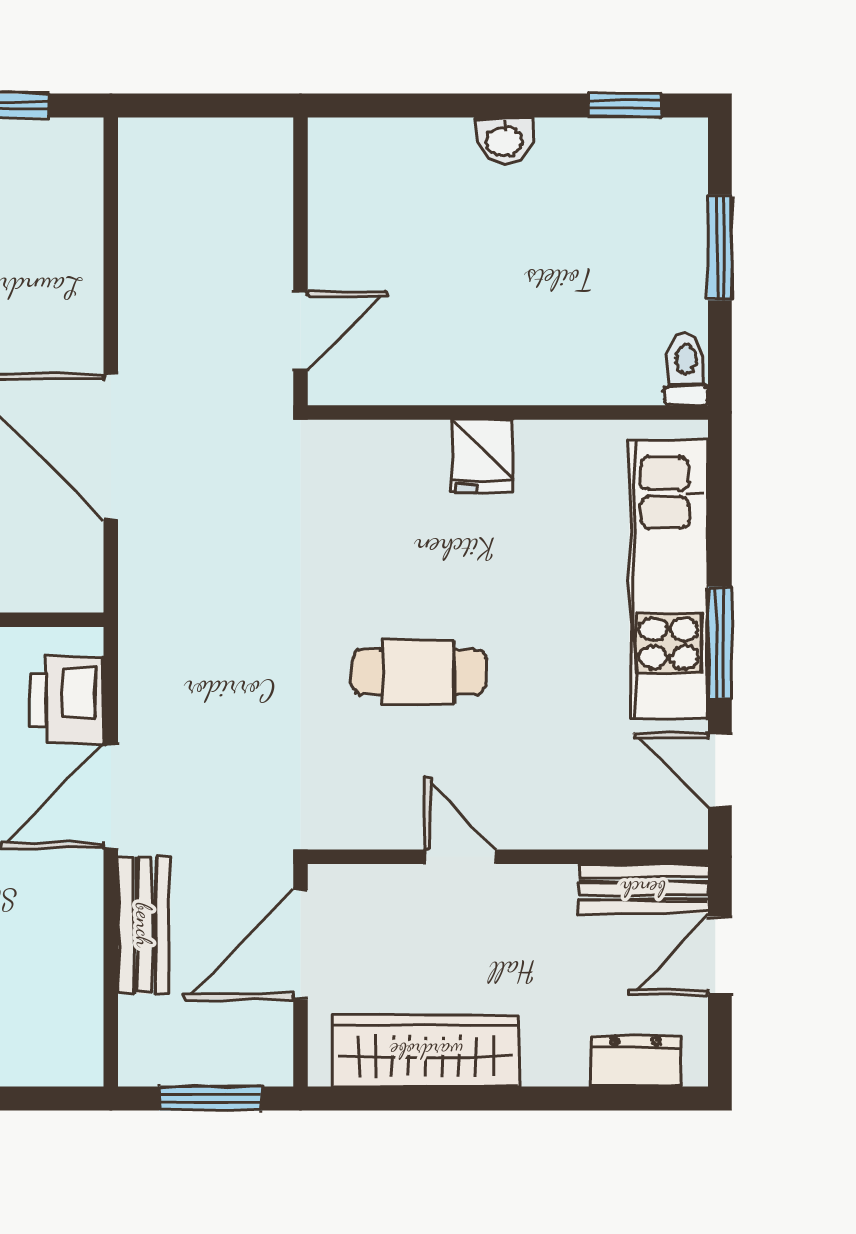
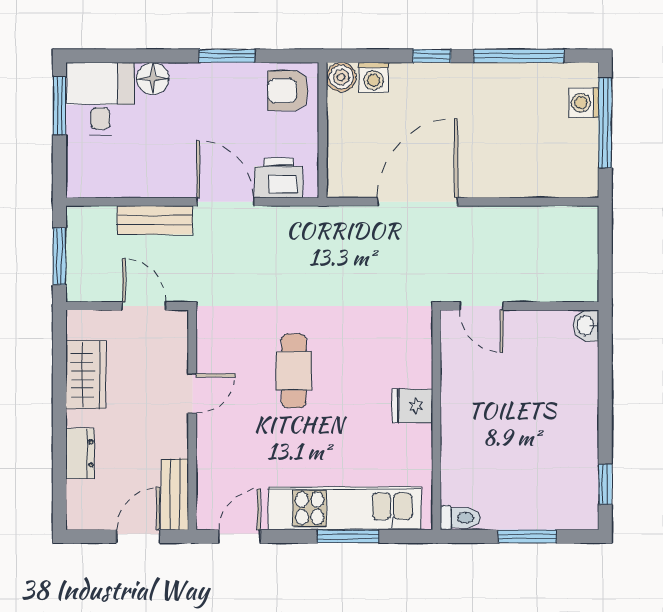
washbasin: (505, 140) -> (586, 325), moved
window: (720, 643) -> (348, 536), moved
door: (300, 945) -> (144, 306), width x0.73
door: (720, 956) -> (138, 536), hinge flipped
wardrobe: (426, 1051) -> (86, 375), width x0.67
dresser: (635, 1061) -> (80, 453), moved

